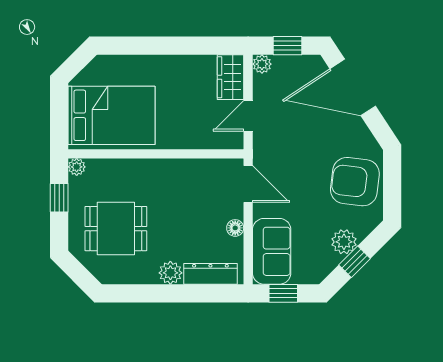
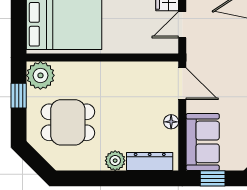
plant: (77, 167) -> (40, 75), width x1.87, depth x1.87

